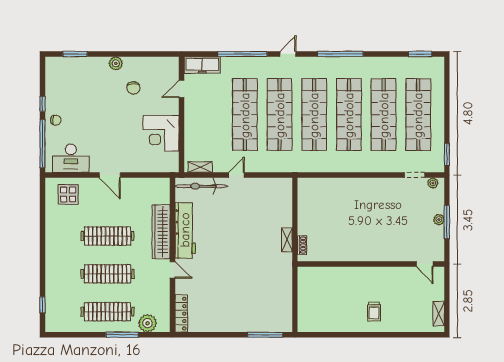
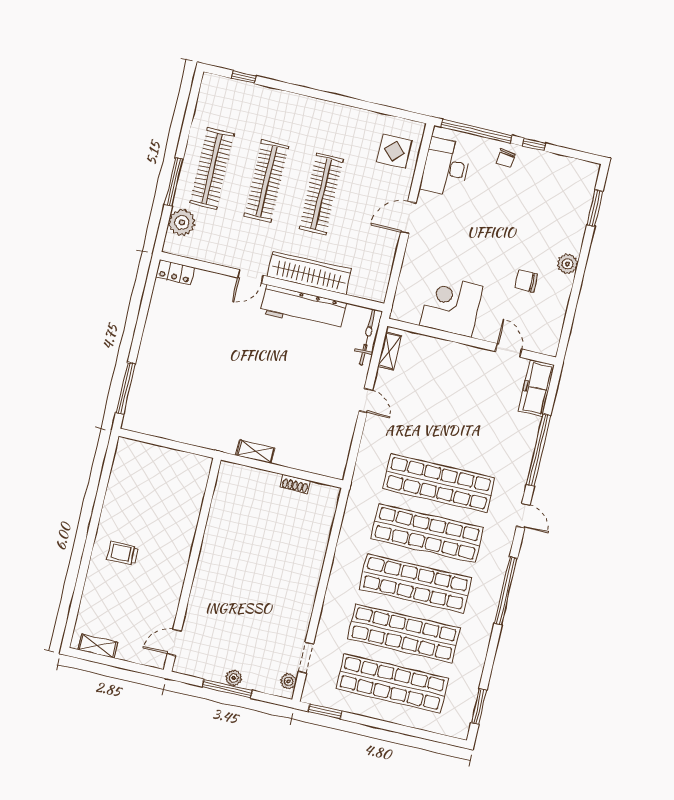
shop shelf: (245, 115) -> (450, 433), removed
bicycle: (201, 186) -> (367, 337), width x0.73, depth x0.71
shoe rack: (302, 245) -> (295, 484), moved
locker: (181, 314) -> (175, 272), width x0.66

